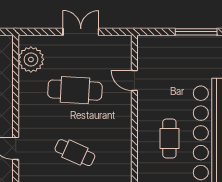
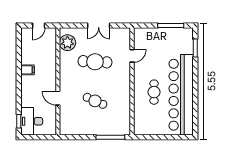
double door: (81, 32) -> (99, 25), swing flipped
door: (134, 81) -> (132, 56), swing flipped

